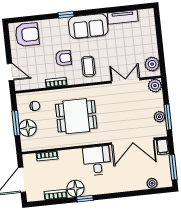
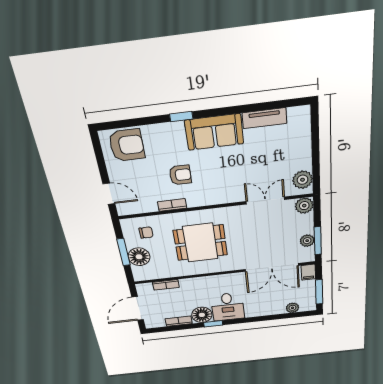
coffee table: (88, 66) -> (215, 184), removed
desk: (97, 161) -> (228, 307), moved, turned 180

